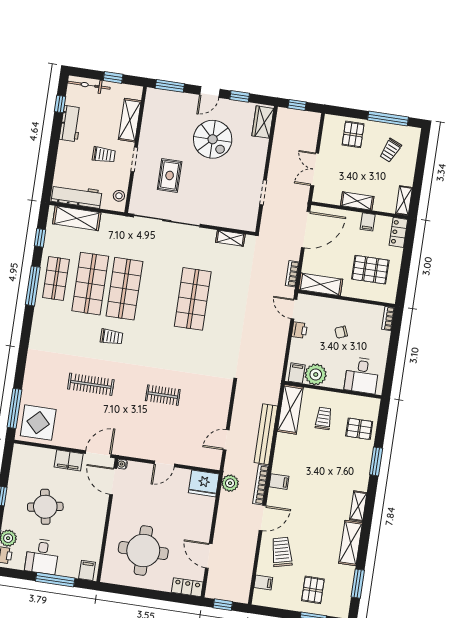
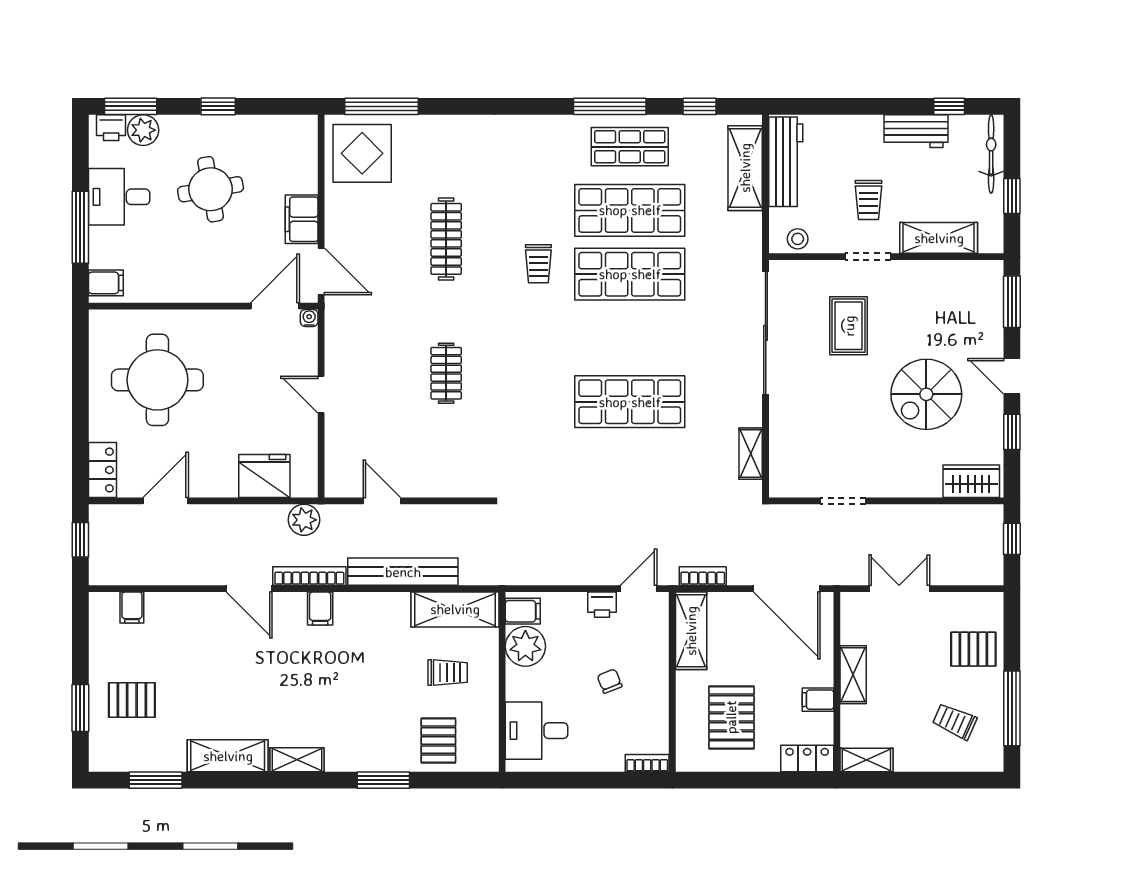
rug: (170, 175) -> (849, 326), turned 90
fridge: (204, 483) -> (264, 476), moved, turned 90
trolley: (282, 552) -> (193, 633), removed

